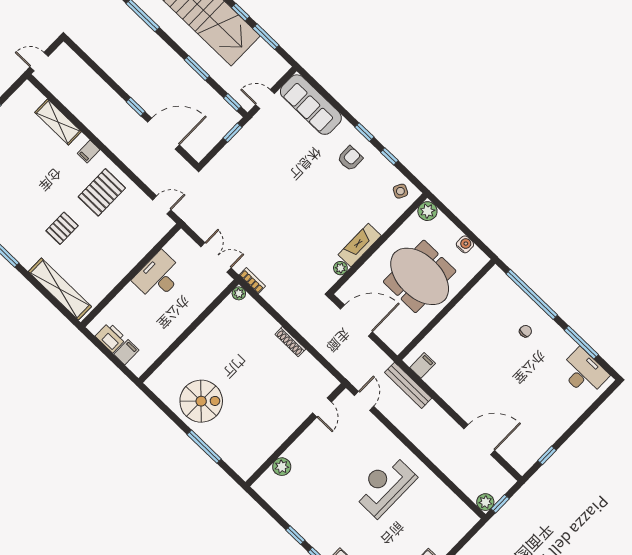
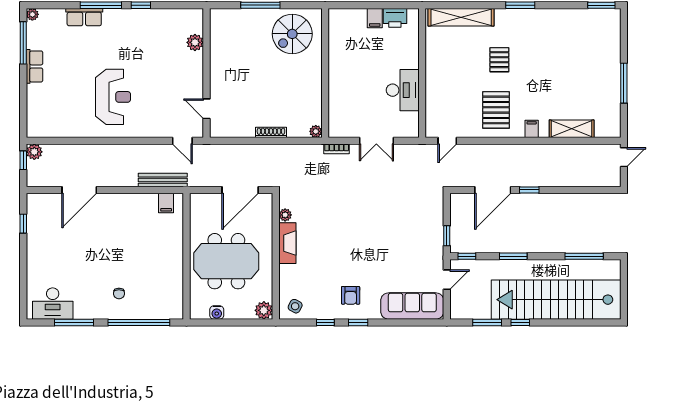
plant: (239, 293) -> (316, 131), moved
wall: (188, 331) -> (325, 73), moved

